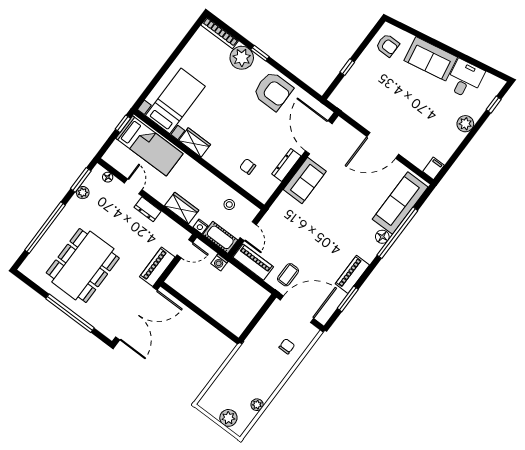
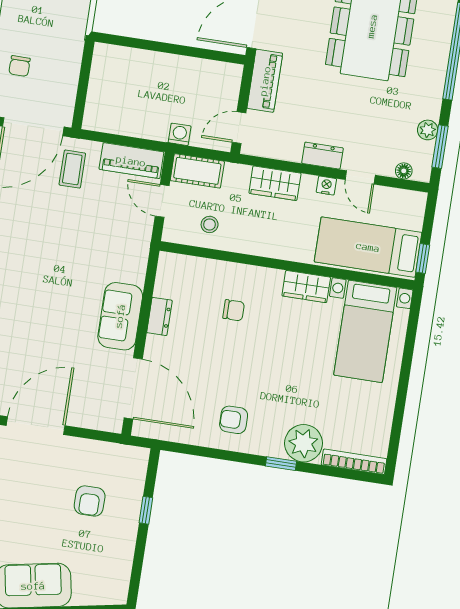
armchair: (388, 45) -> (90, 501), moved, turned -90
armchair: (273, 91) -> (234, 420), width x0.53, depth x0.53
dresser: (286, 165) -> (159, 316), width x0.70
chair: (248, 167) -> (234, 310), moved
nightstand: (200, 226) -> (326, 186), moved

